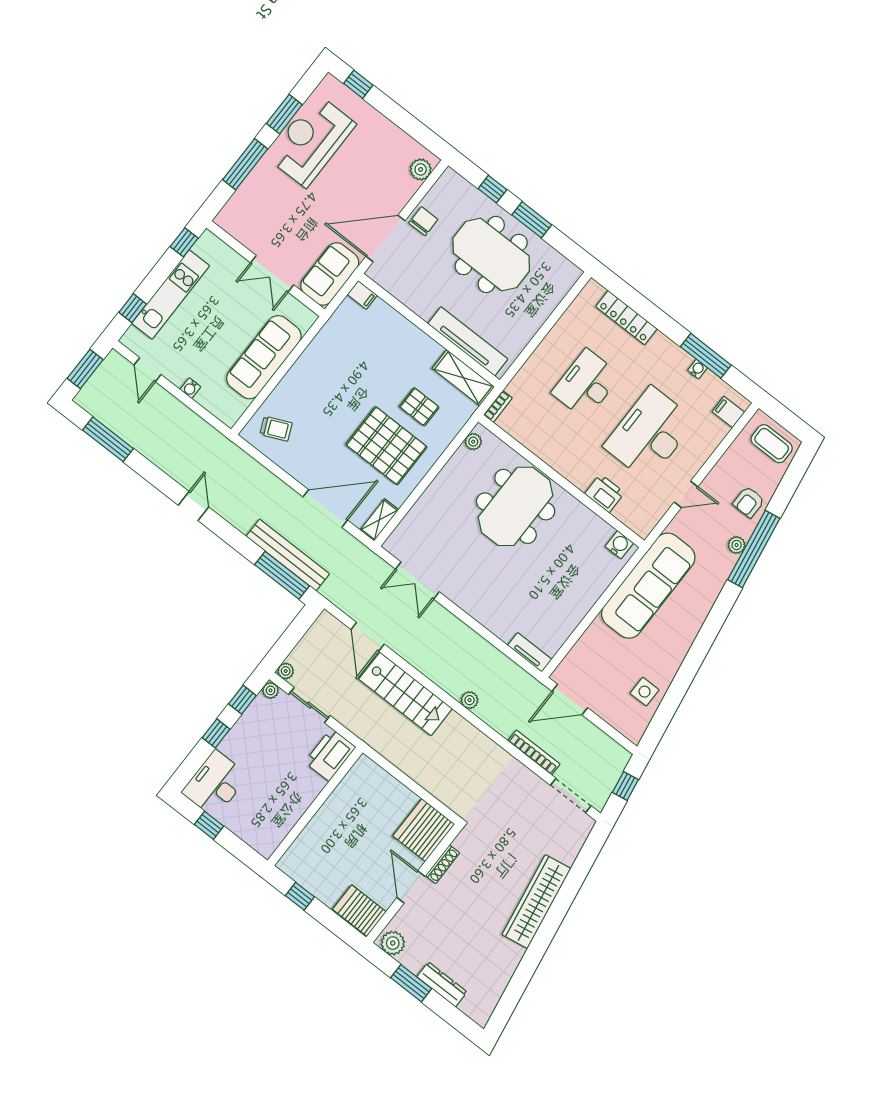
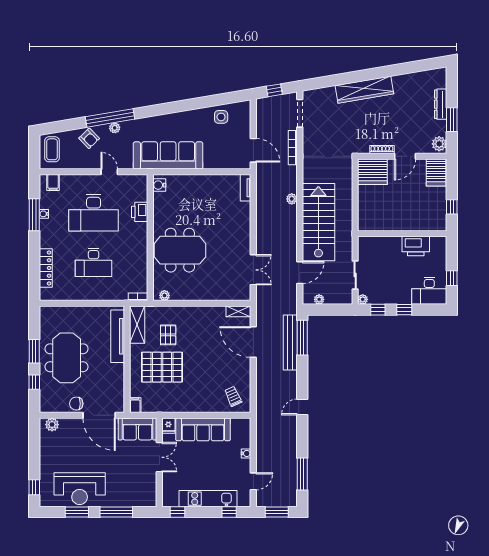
fridge: (303, 317) -> (168, 426), added
pallet: (386, 446) -> (162, 367), moved, turned 90
armchair: (749, 502) -> (89, 138), turned 46
plant: (286, 671) -> (319, 299), moved
stairs: (406, 694) -> (318, 222), width x1.36, depth x1.51
printer: (330, 755) -> (416, 246), moved

